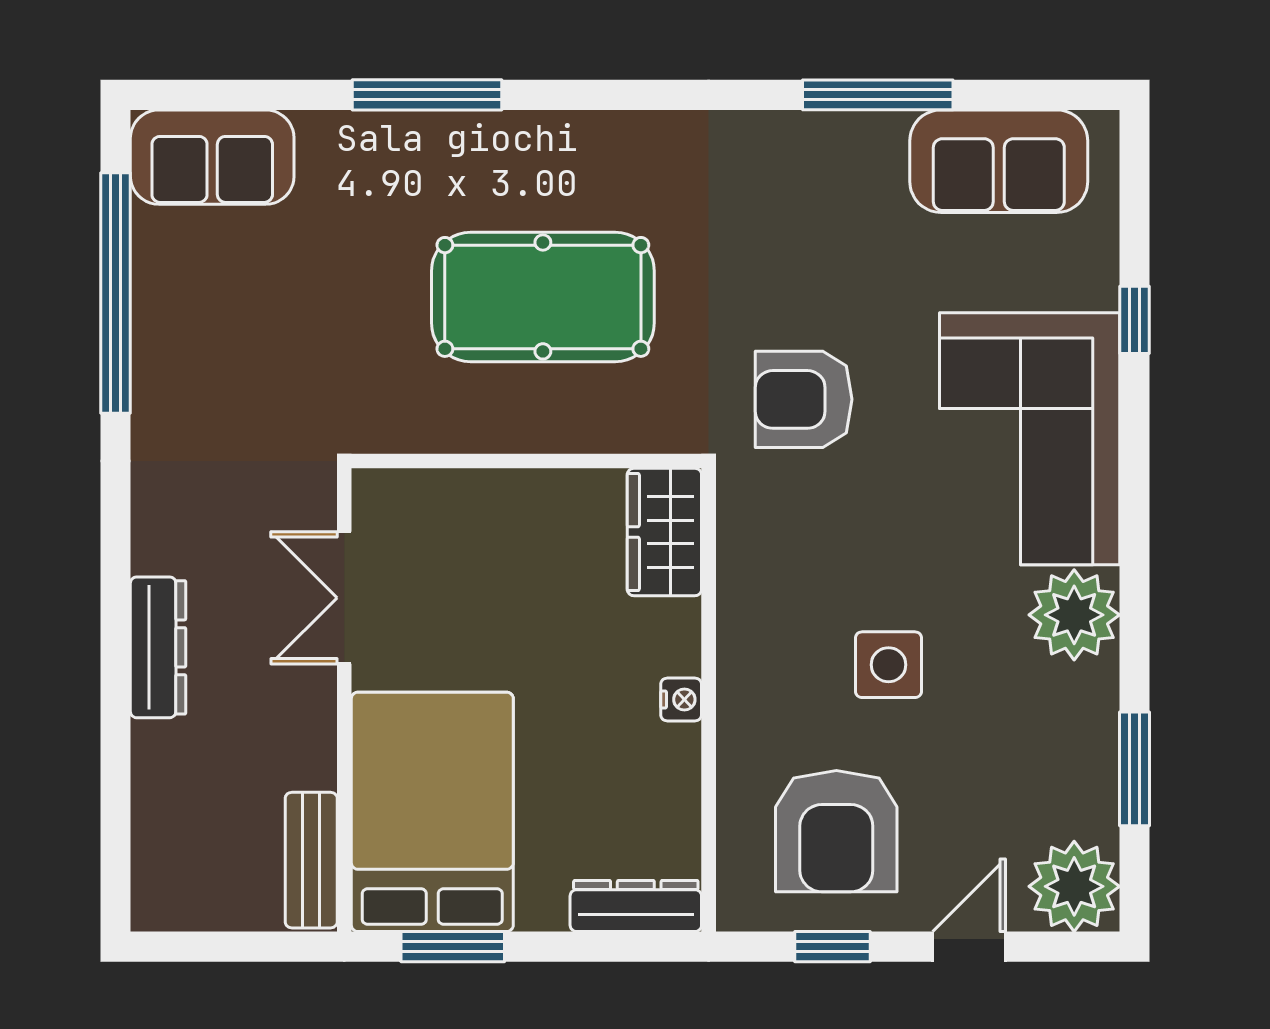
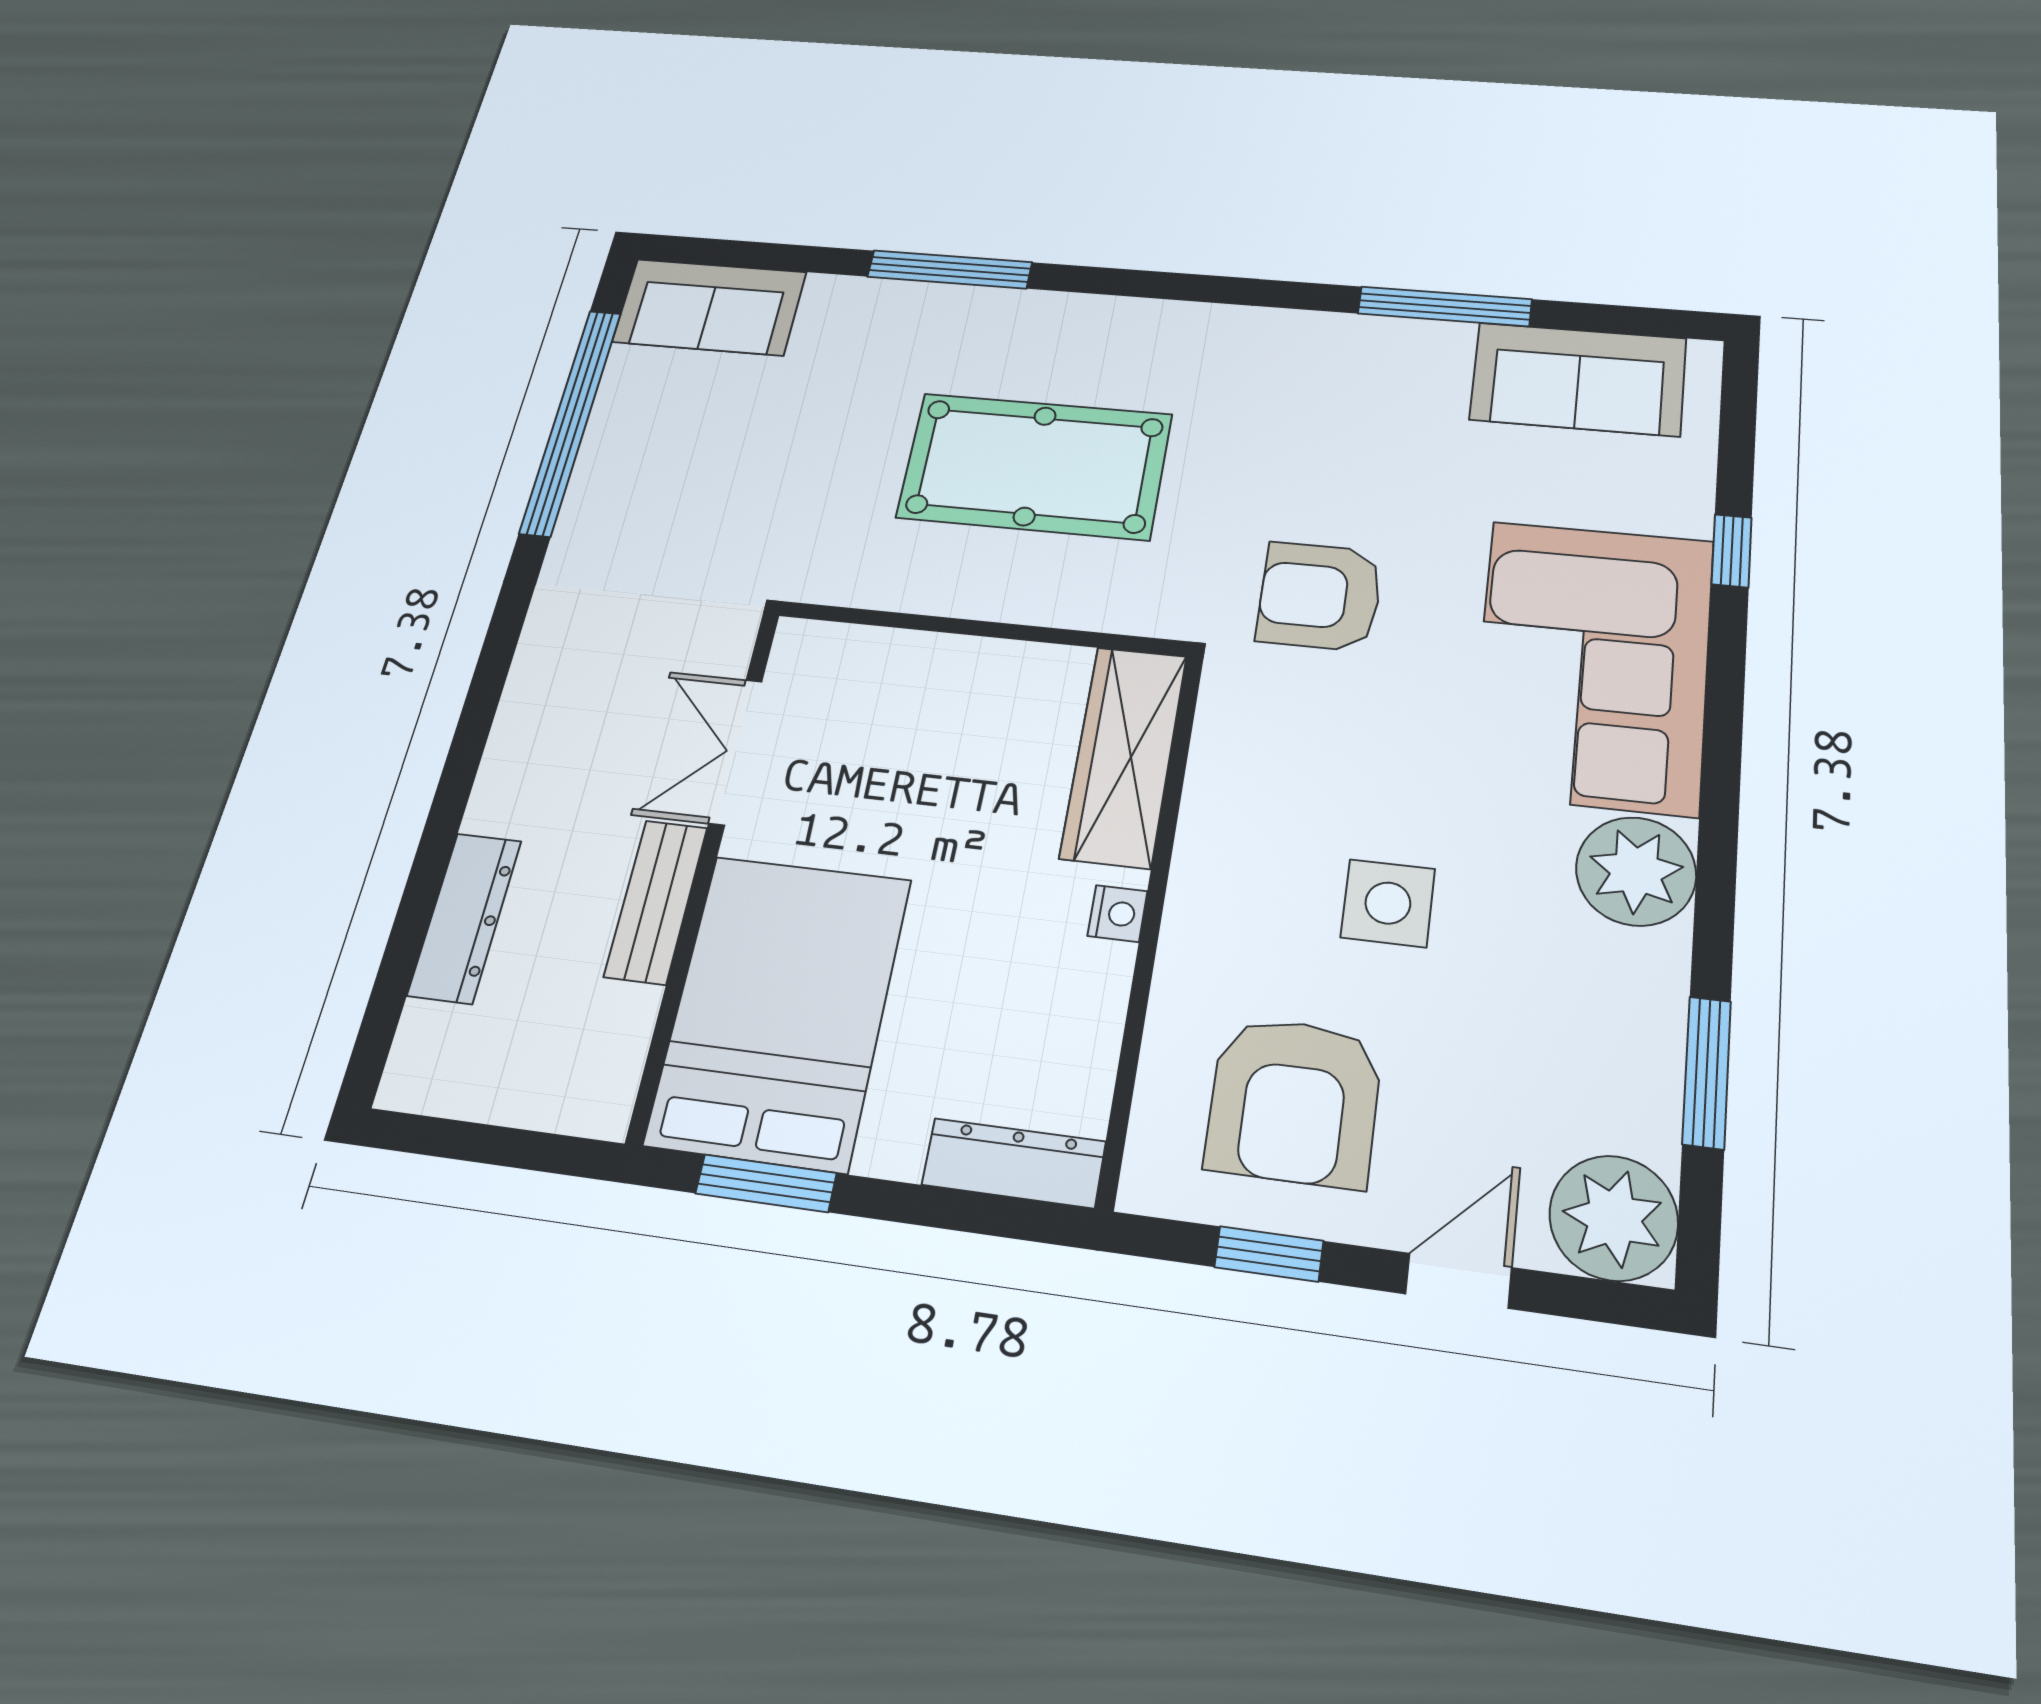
wardrobe: (664, 532) -> (1124, 756), width x1.50
dresser: (158, 647) -> (465, 918), moved
bench: (311, 860) -> (656, 902), moved

